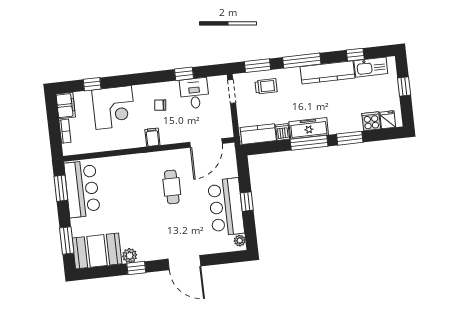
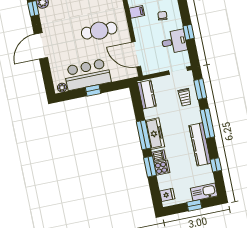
kitchen sink: (371, 67) -> (204, 192), moved, turned 90
cooker: (371, 121) -> (162, 168), moved
dishwasher: (283, 132) -> (159, 156), moved
cafe table: (172, 187) -> (99, 31), width x1.37, depth x1.35

